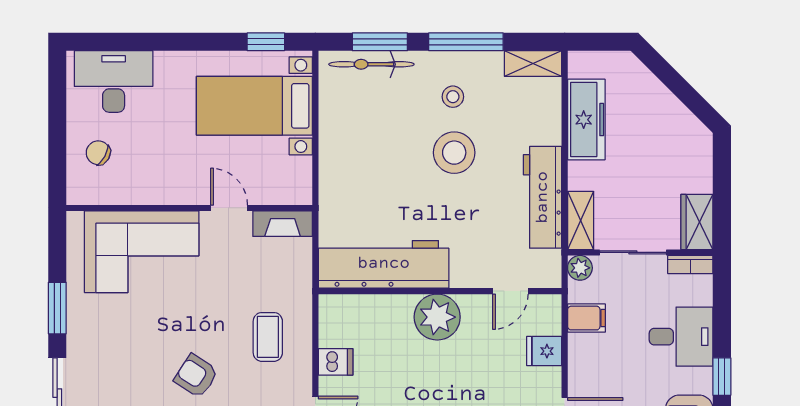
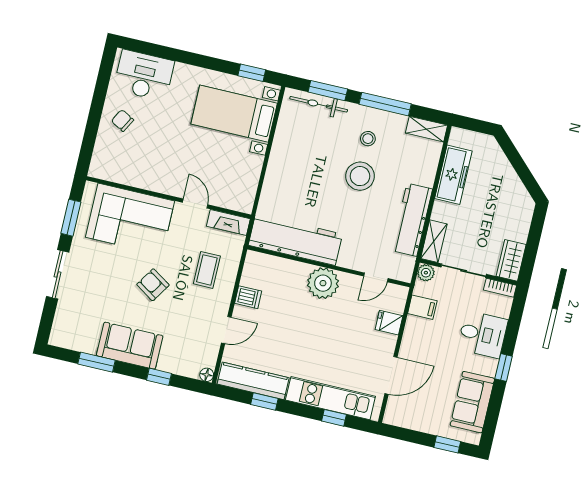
wall: (189, 208) -> (169, 197), moved
door: (229, 208) -> (195, 204), moved
fireplace: (283, 224) -> (228, 222), moved
corner sofa: (142, 252) -> (130, 219), moved

